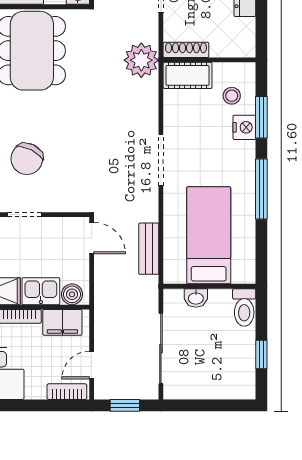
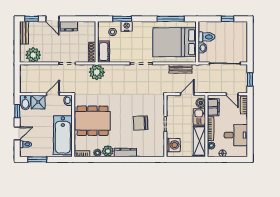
chair: (27, 159) -> (141, 123), turned 150
window: (261, 189) -> (171, 19), moved
bed: (209, 235) -> (175, 42), width x1.50
door: (92, 238) -> (187, 94), moved
toilet: (244, 307) -> (207, 37), moved

